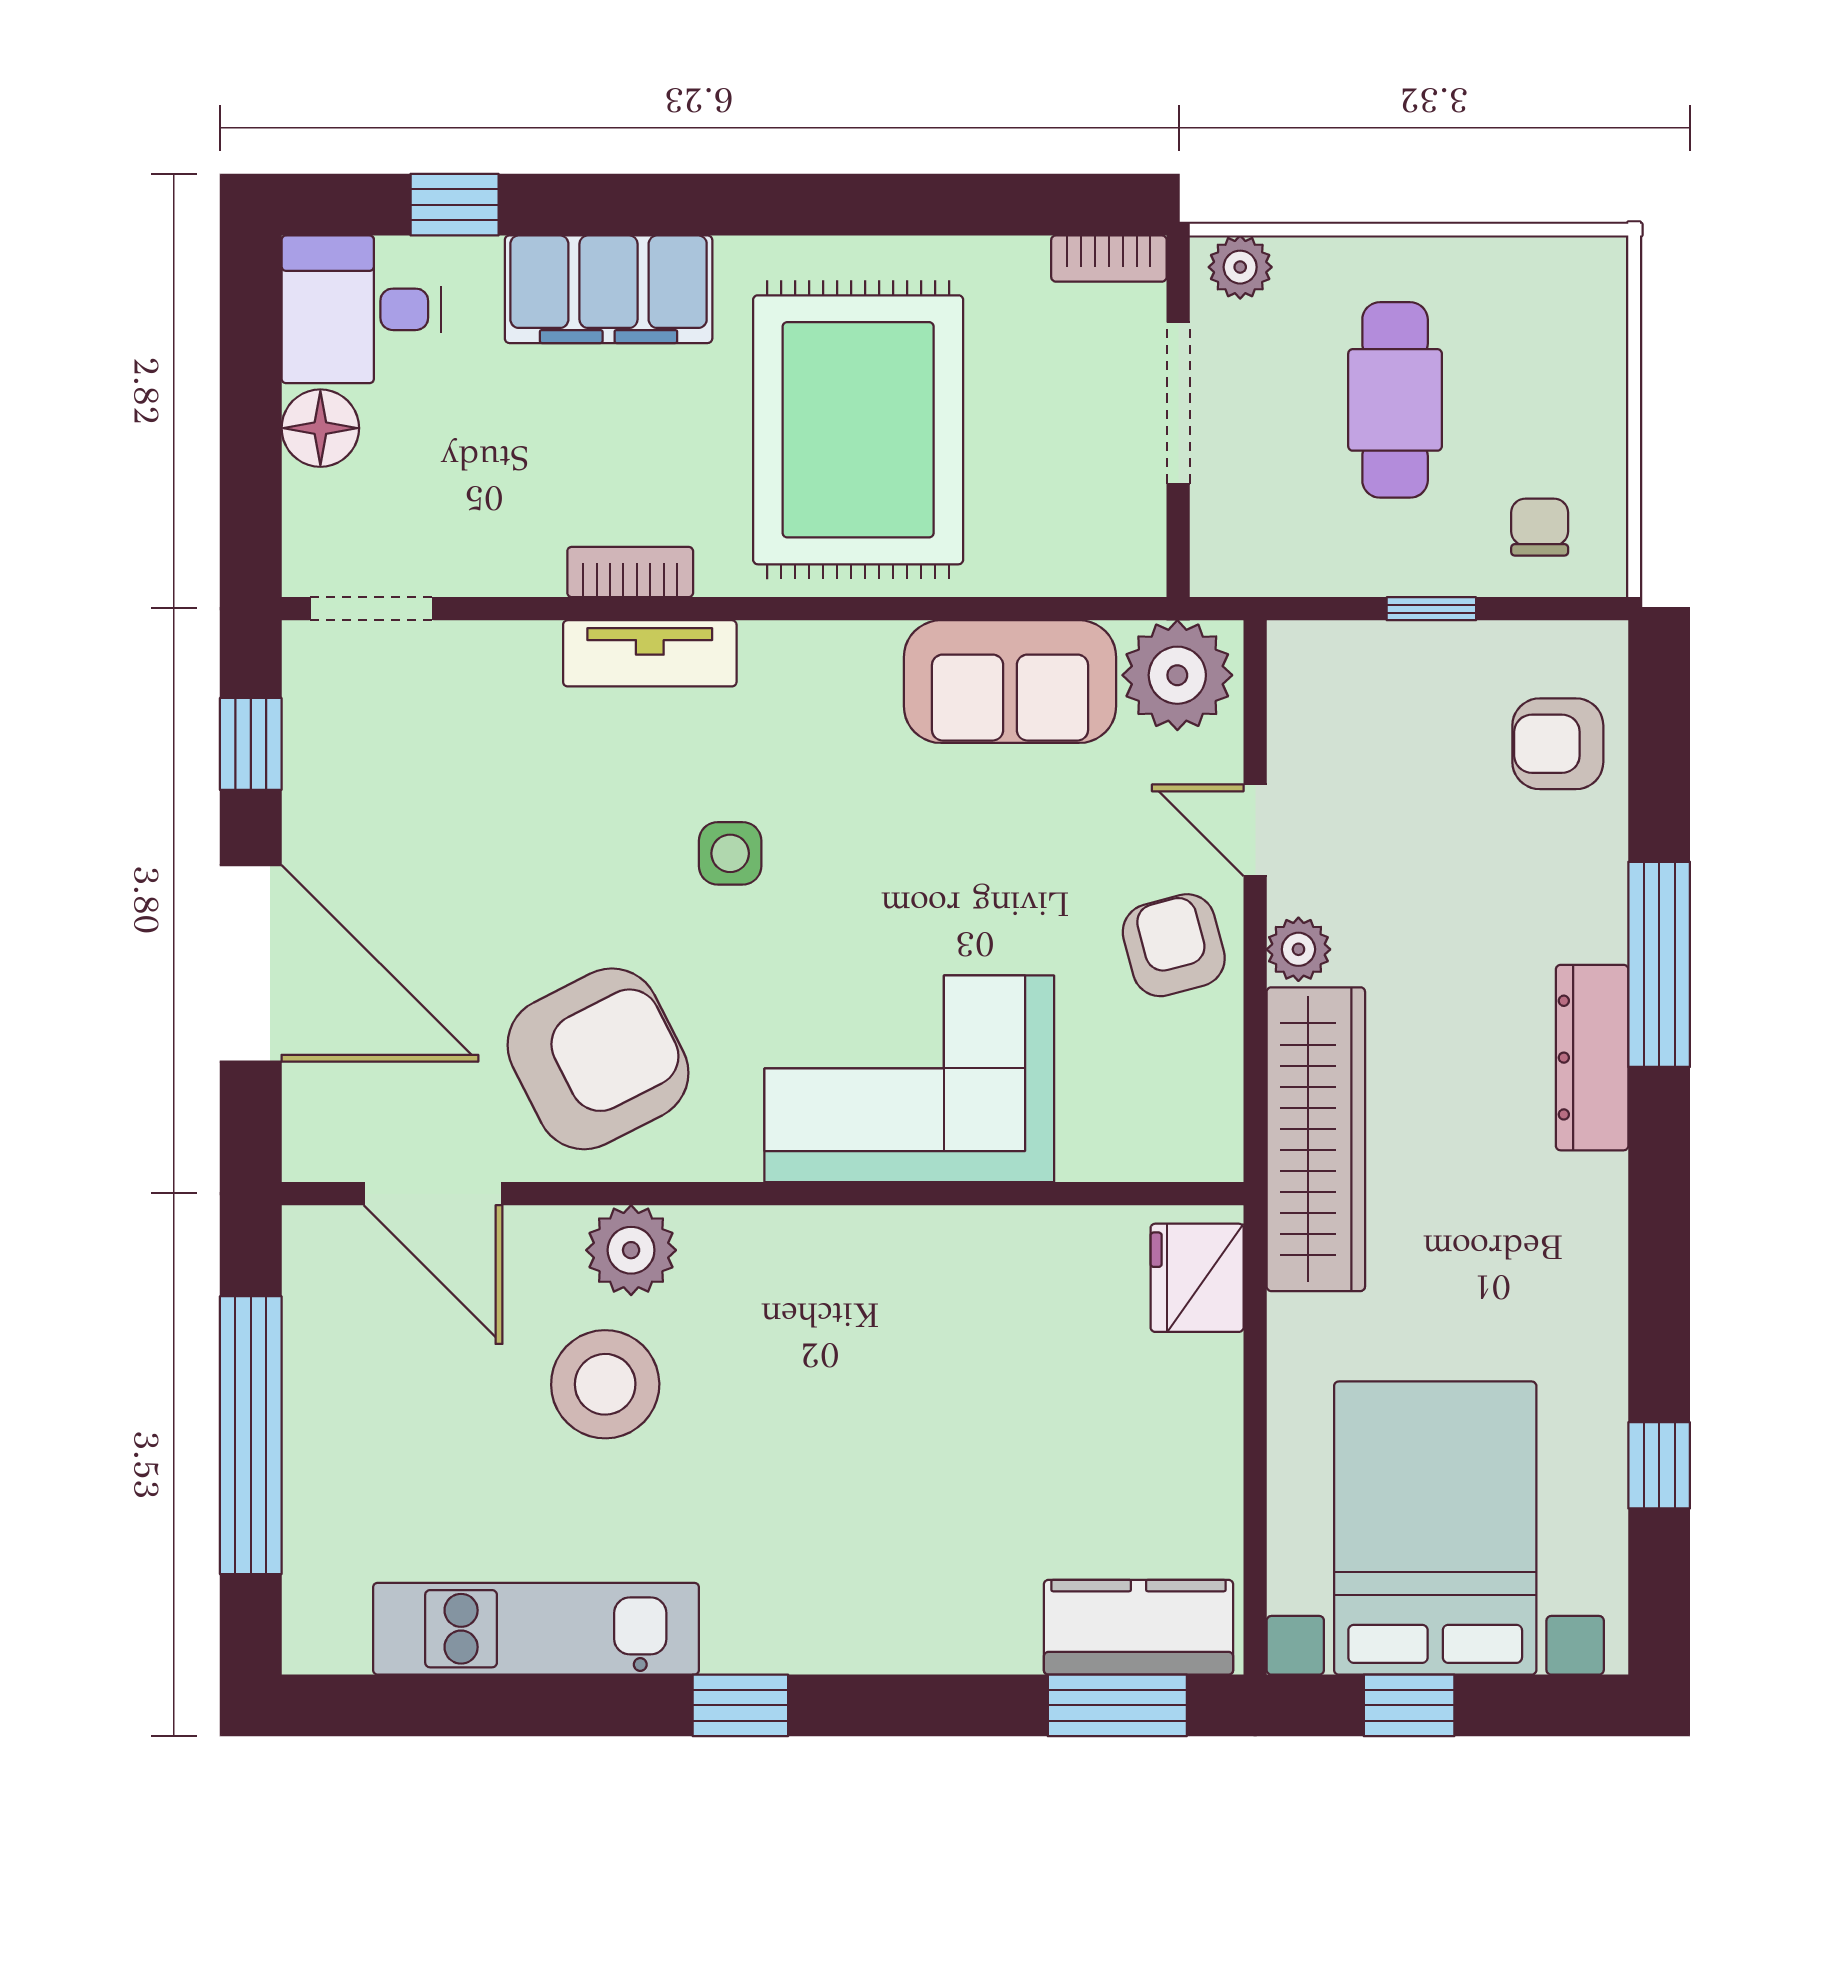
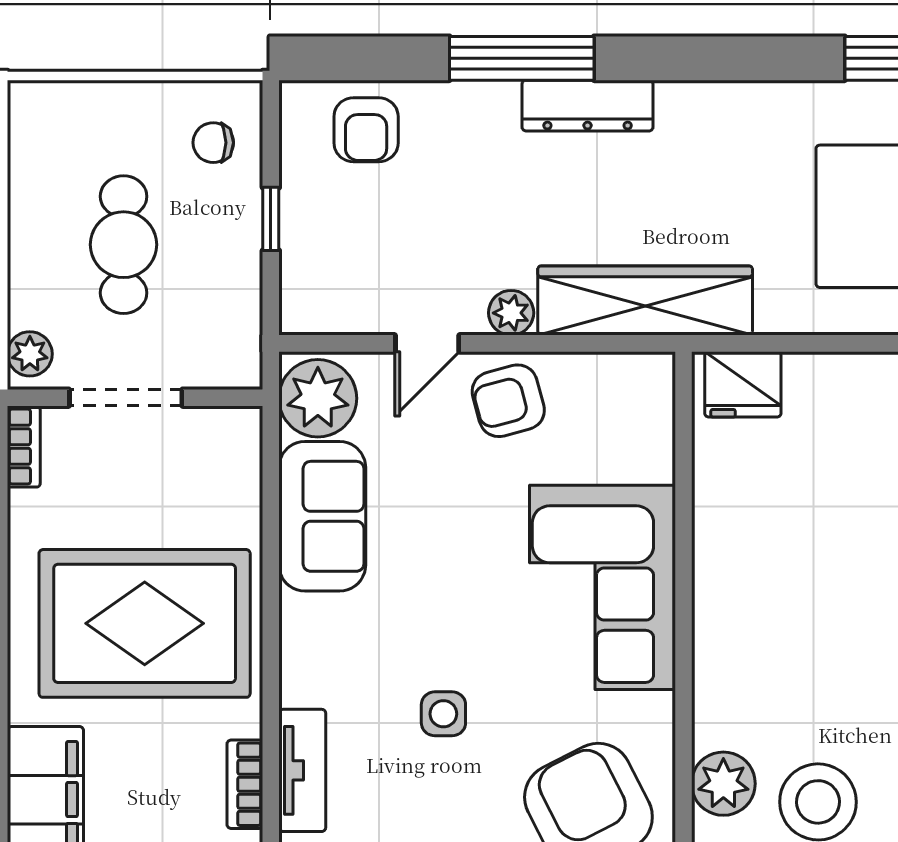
cafe table: (1395, 400) -> (124, 245), turned 90

